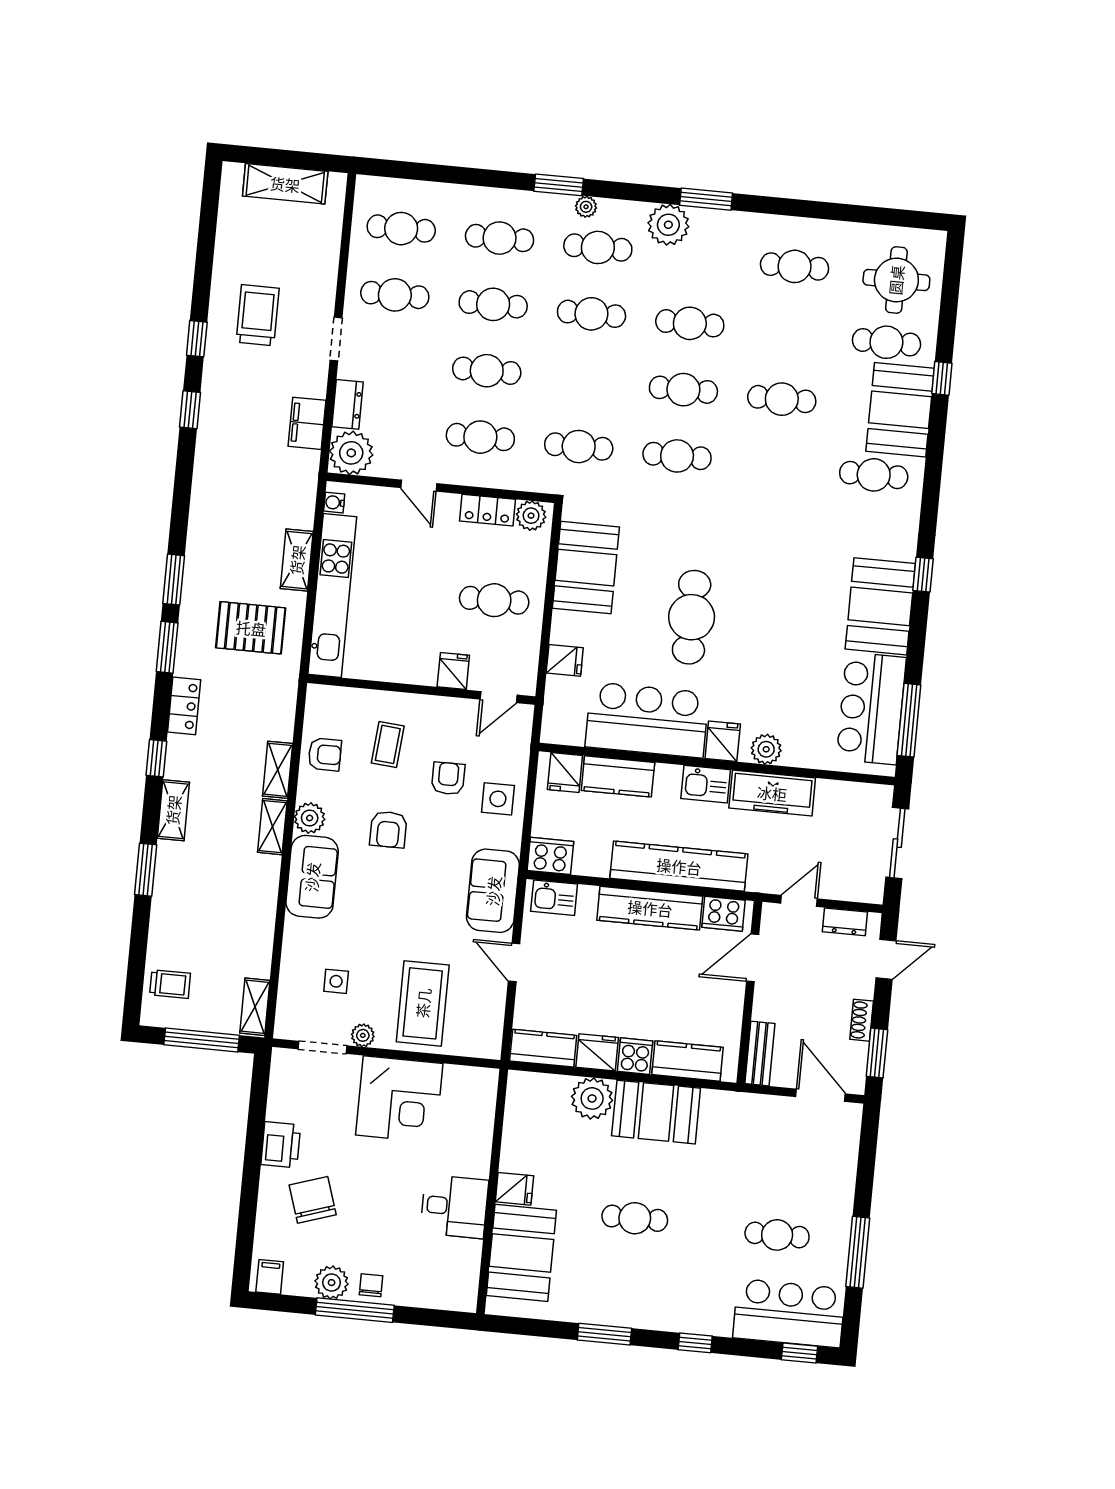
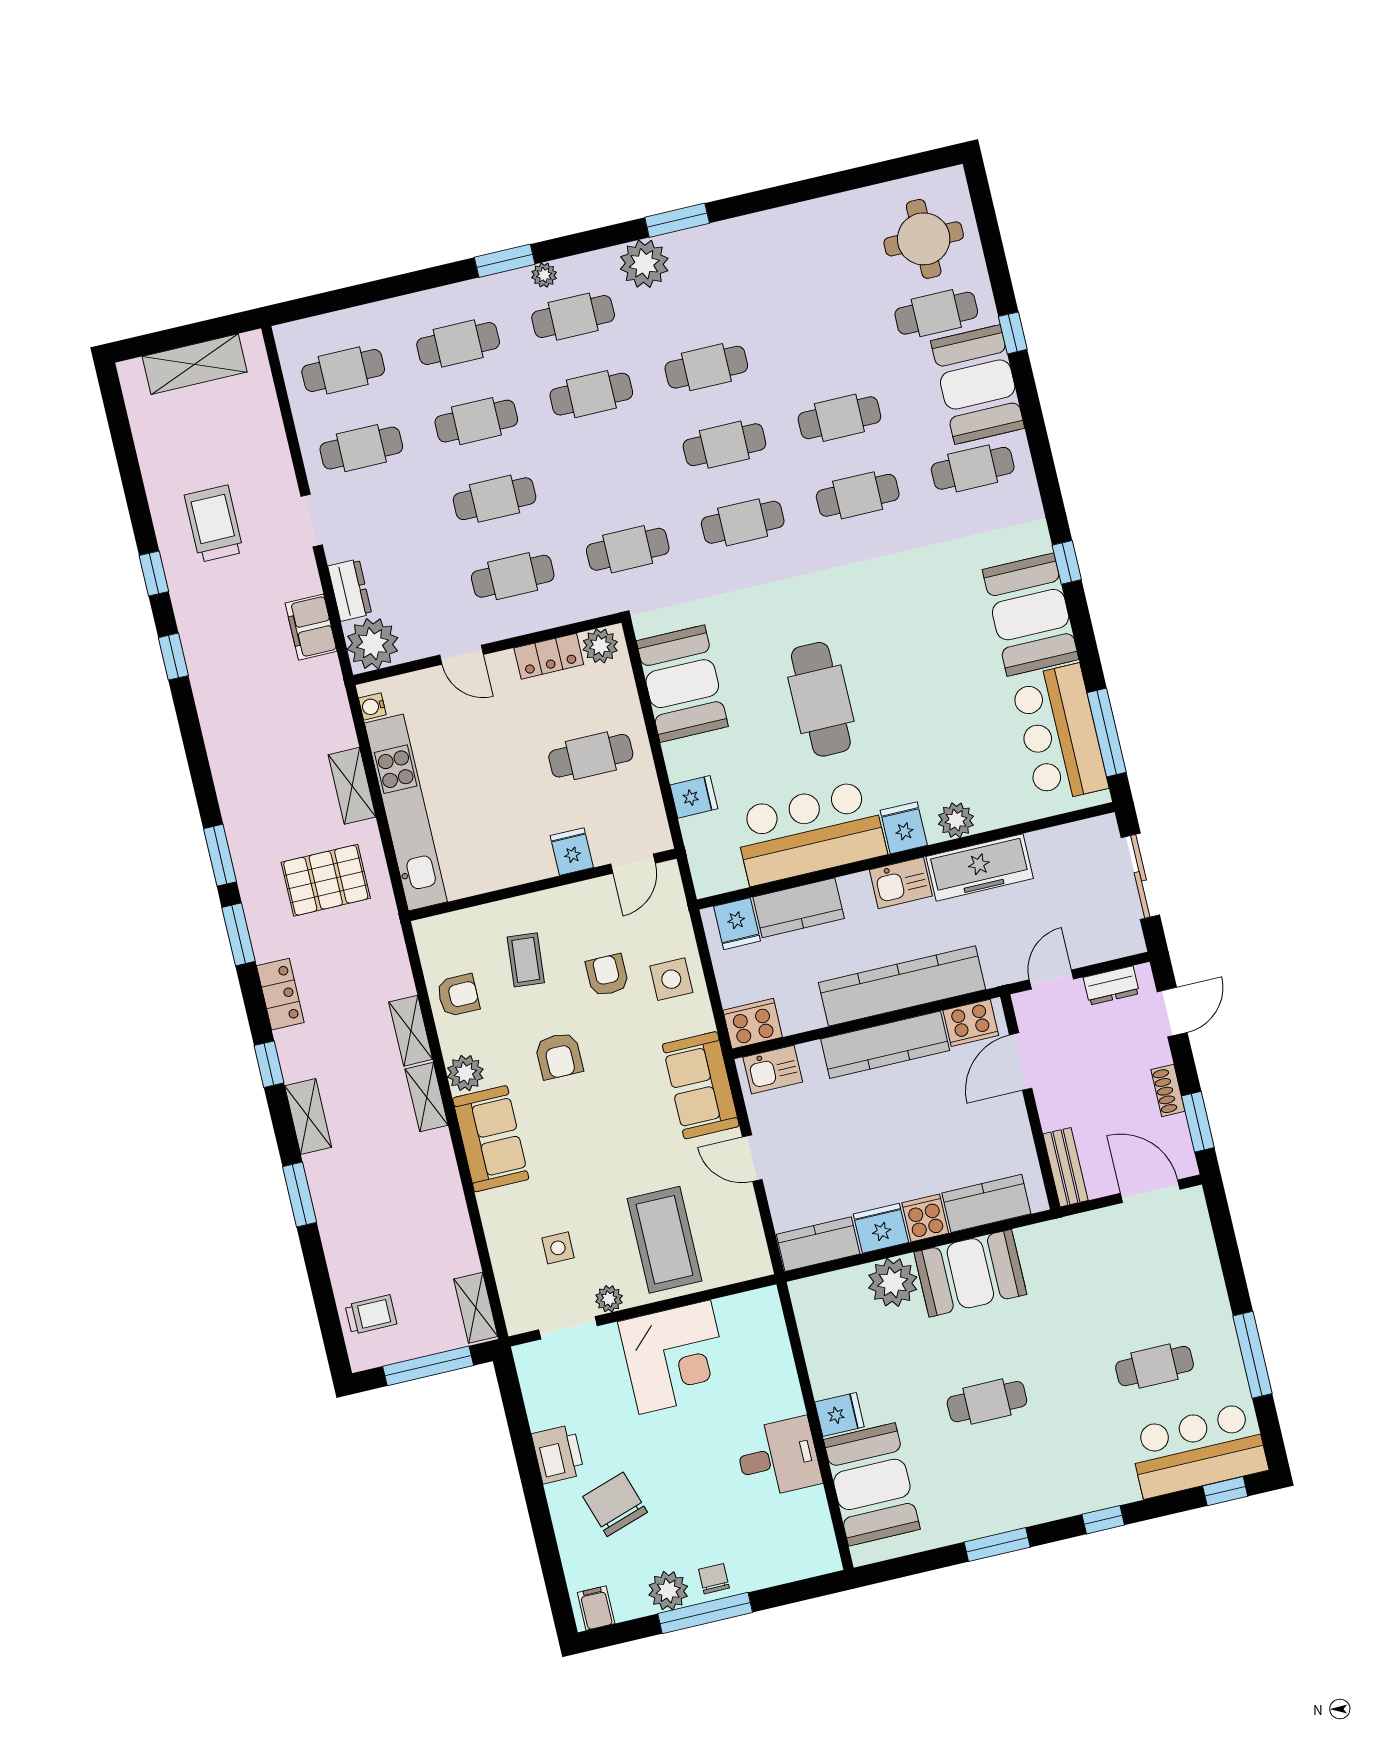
cafe table: (795, 266) -> (858, 495), moved

